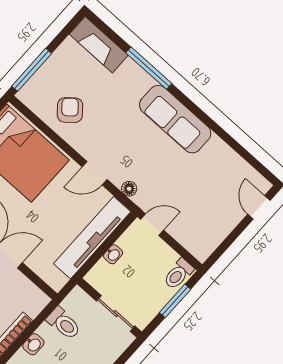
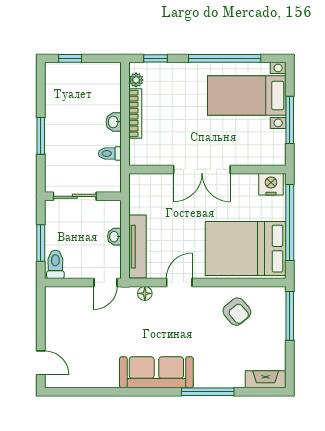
fireplace: (99, 45) -> (266, 379), width x0.73, depth x0.76
tv unit: (92, 238) -> (137, 247), width x0.73, depth x0.78
toilet: (64, 323) -> (110, 153), width x0.73, depth x0.72

